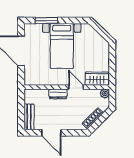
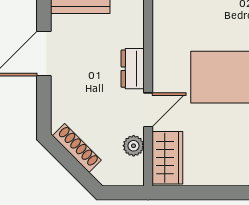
plant: (105, 93) -> (134, 146), moved

